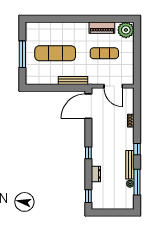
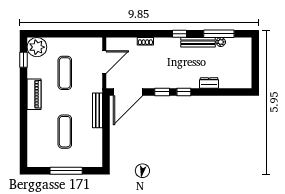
window: (115, 19) -> (24, 60), added
piano: (102, 28) -> (34, 94), moved
exercise mat: (55, 53) -> (65, 132), width x0.73, depth x0.69
door: (88, 106) -> (128, 92), hinge flipped
window: (88, 196) -> (162, 92), moved

